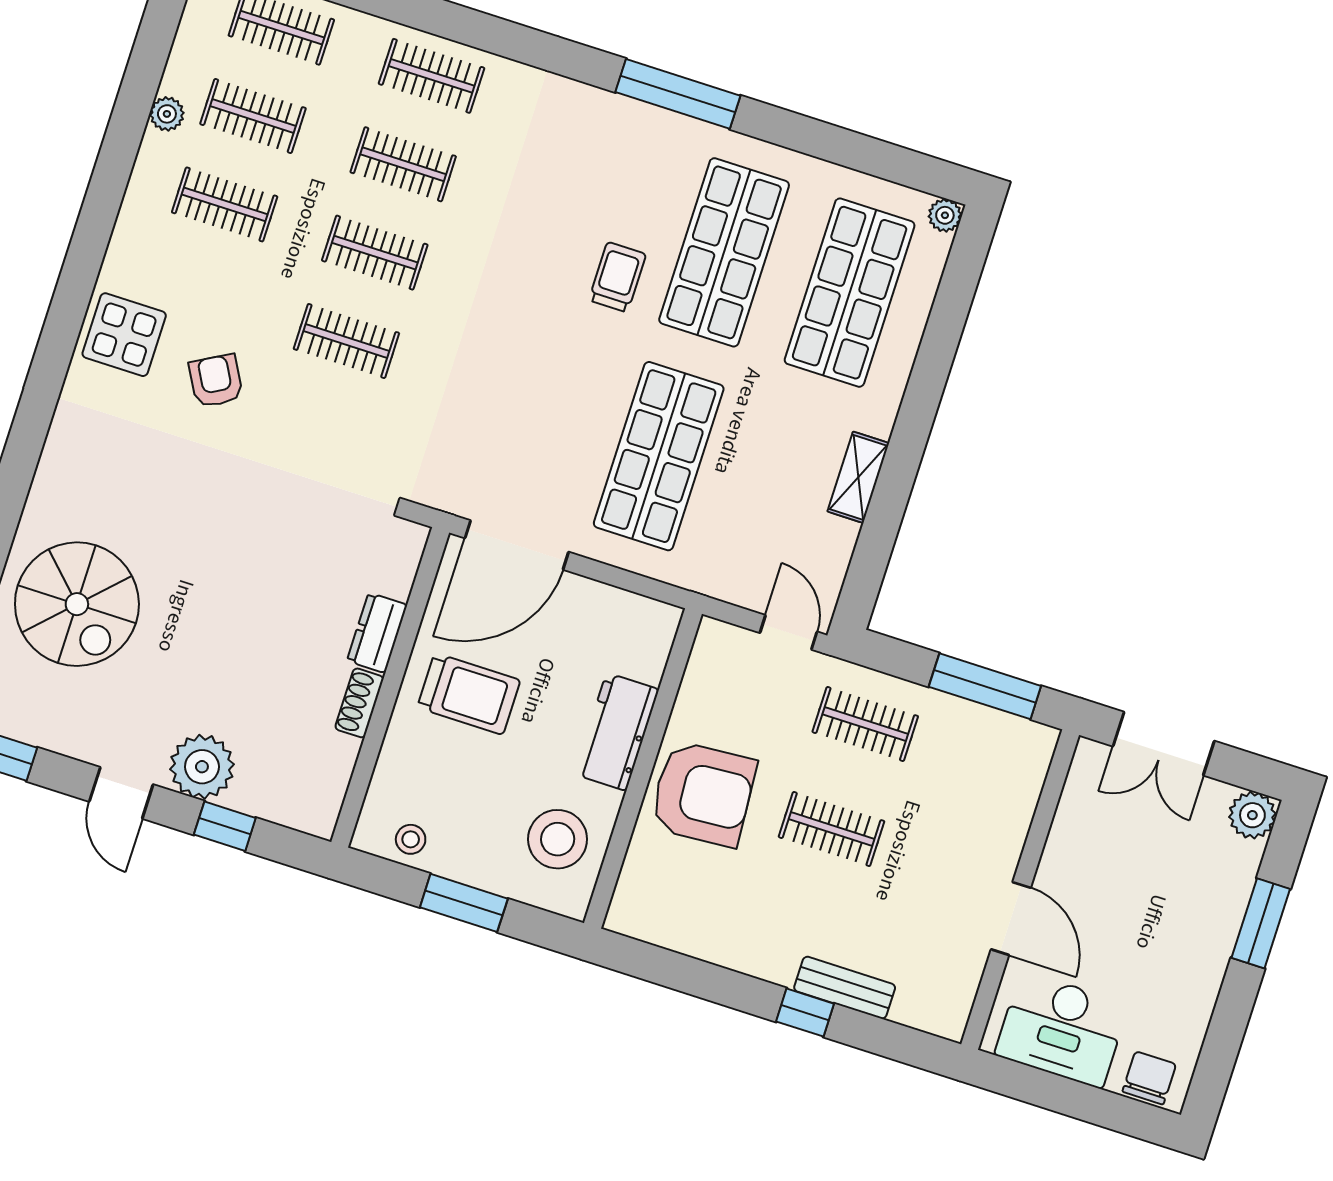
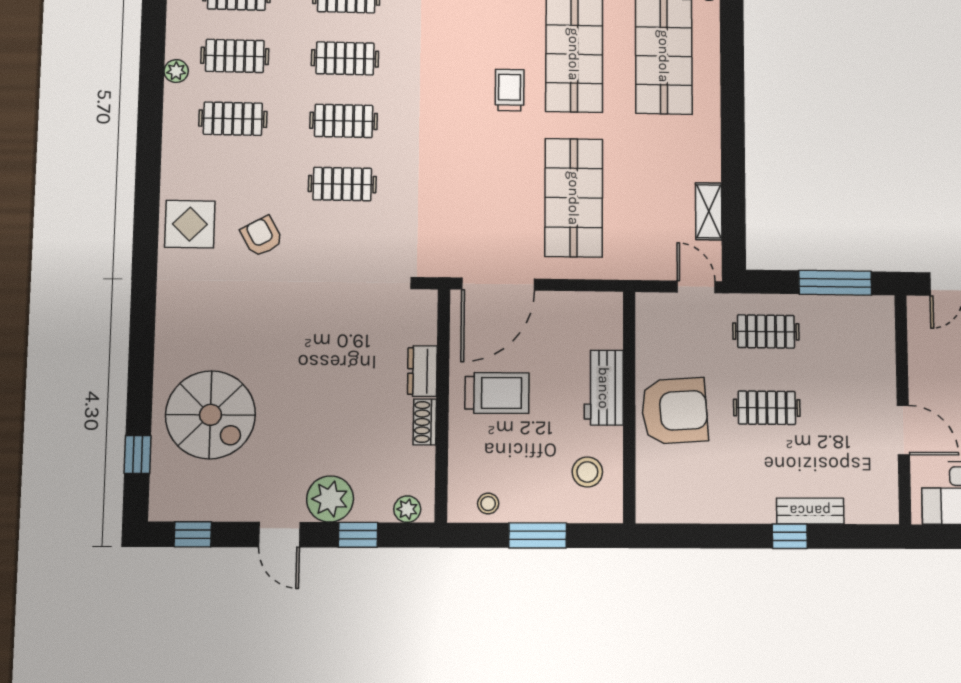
shelving: (858, 477) -> (709, 211), moved
plant: (300, 813) -> (407, 509), added
stool: (558, 839) -> (587, 472), width x0.73, depth x0.73

